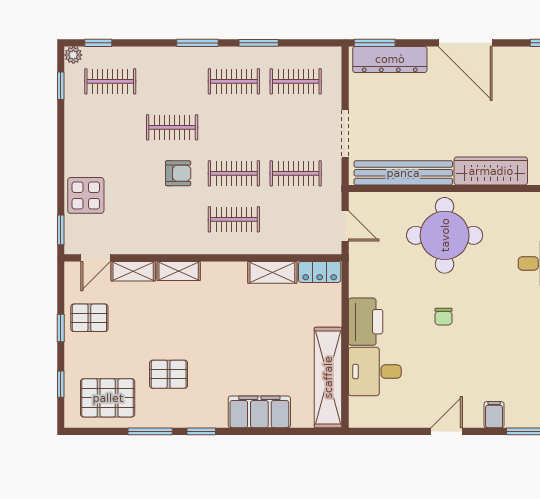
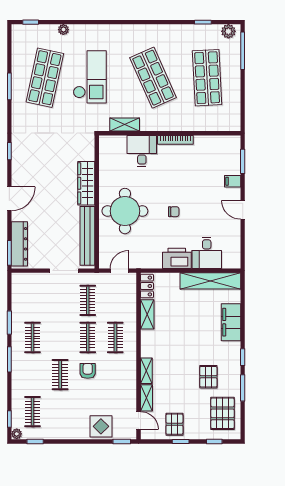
door: (465, 43) -> (9, 199), width x0.73
clothes rail: (296, 81) -> (33, 300), removed

